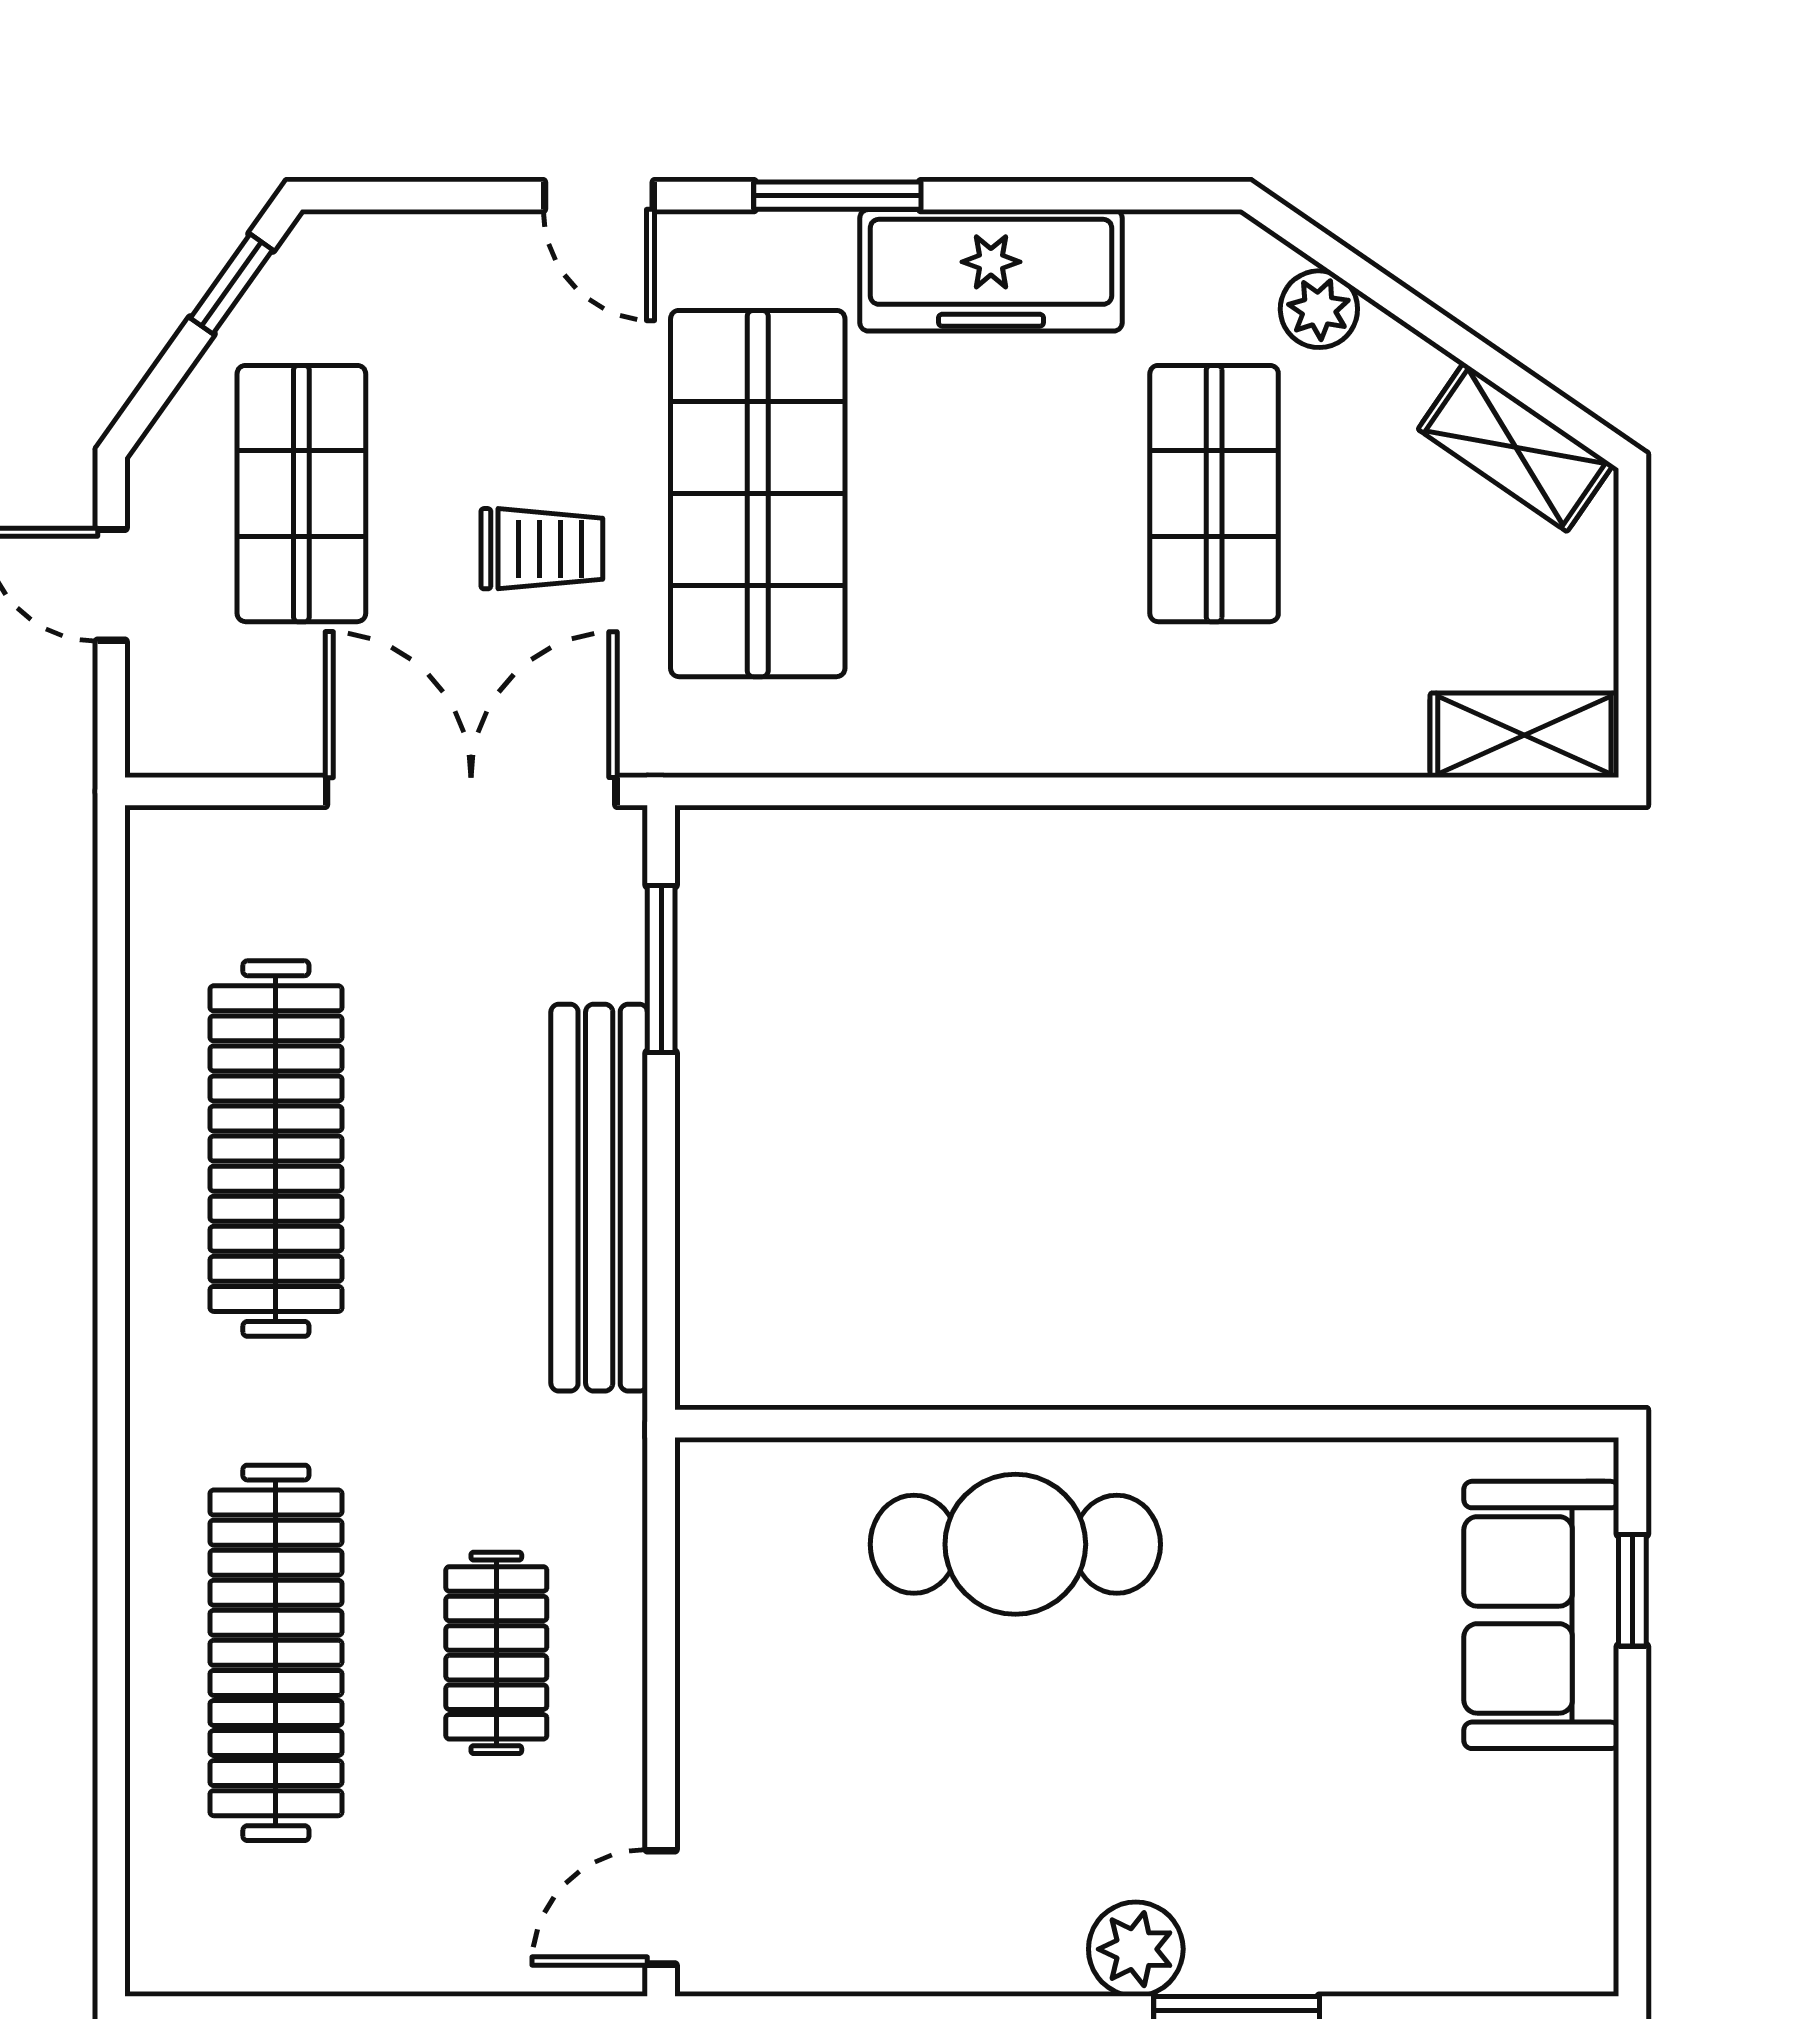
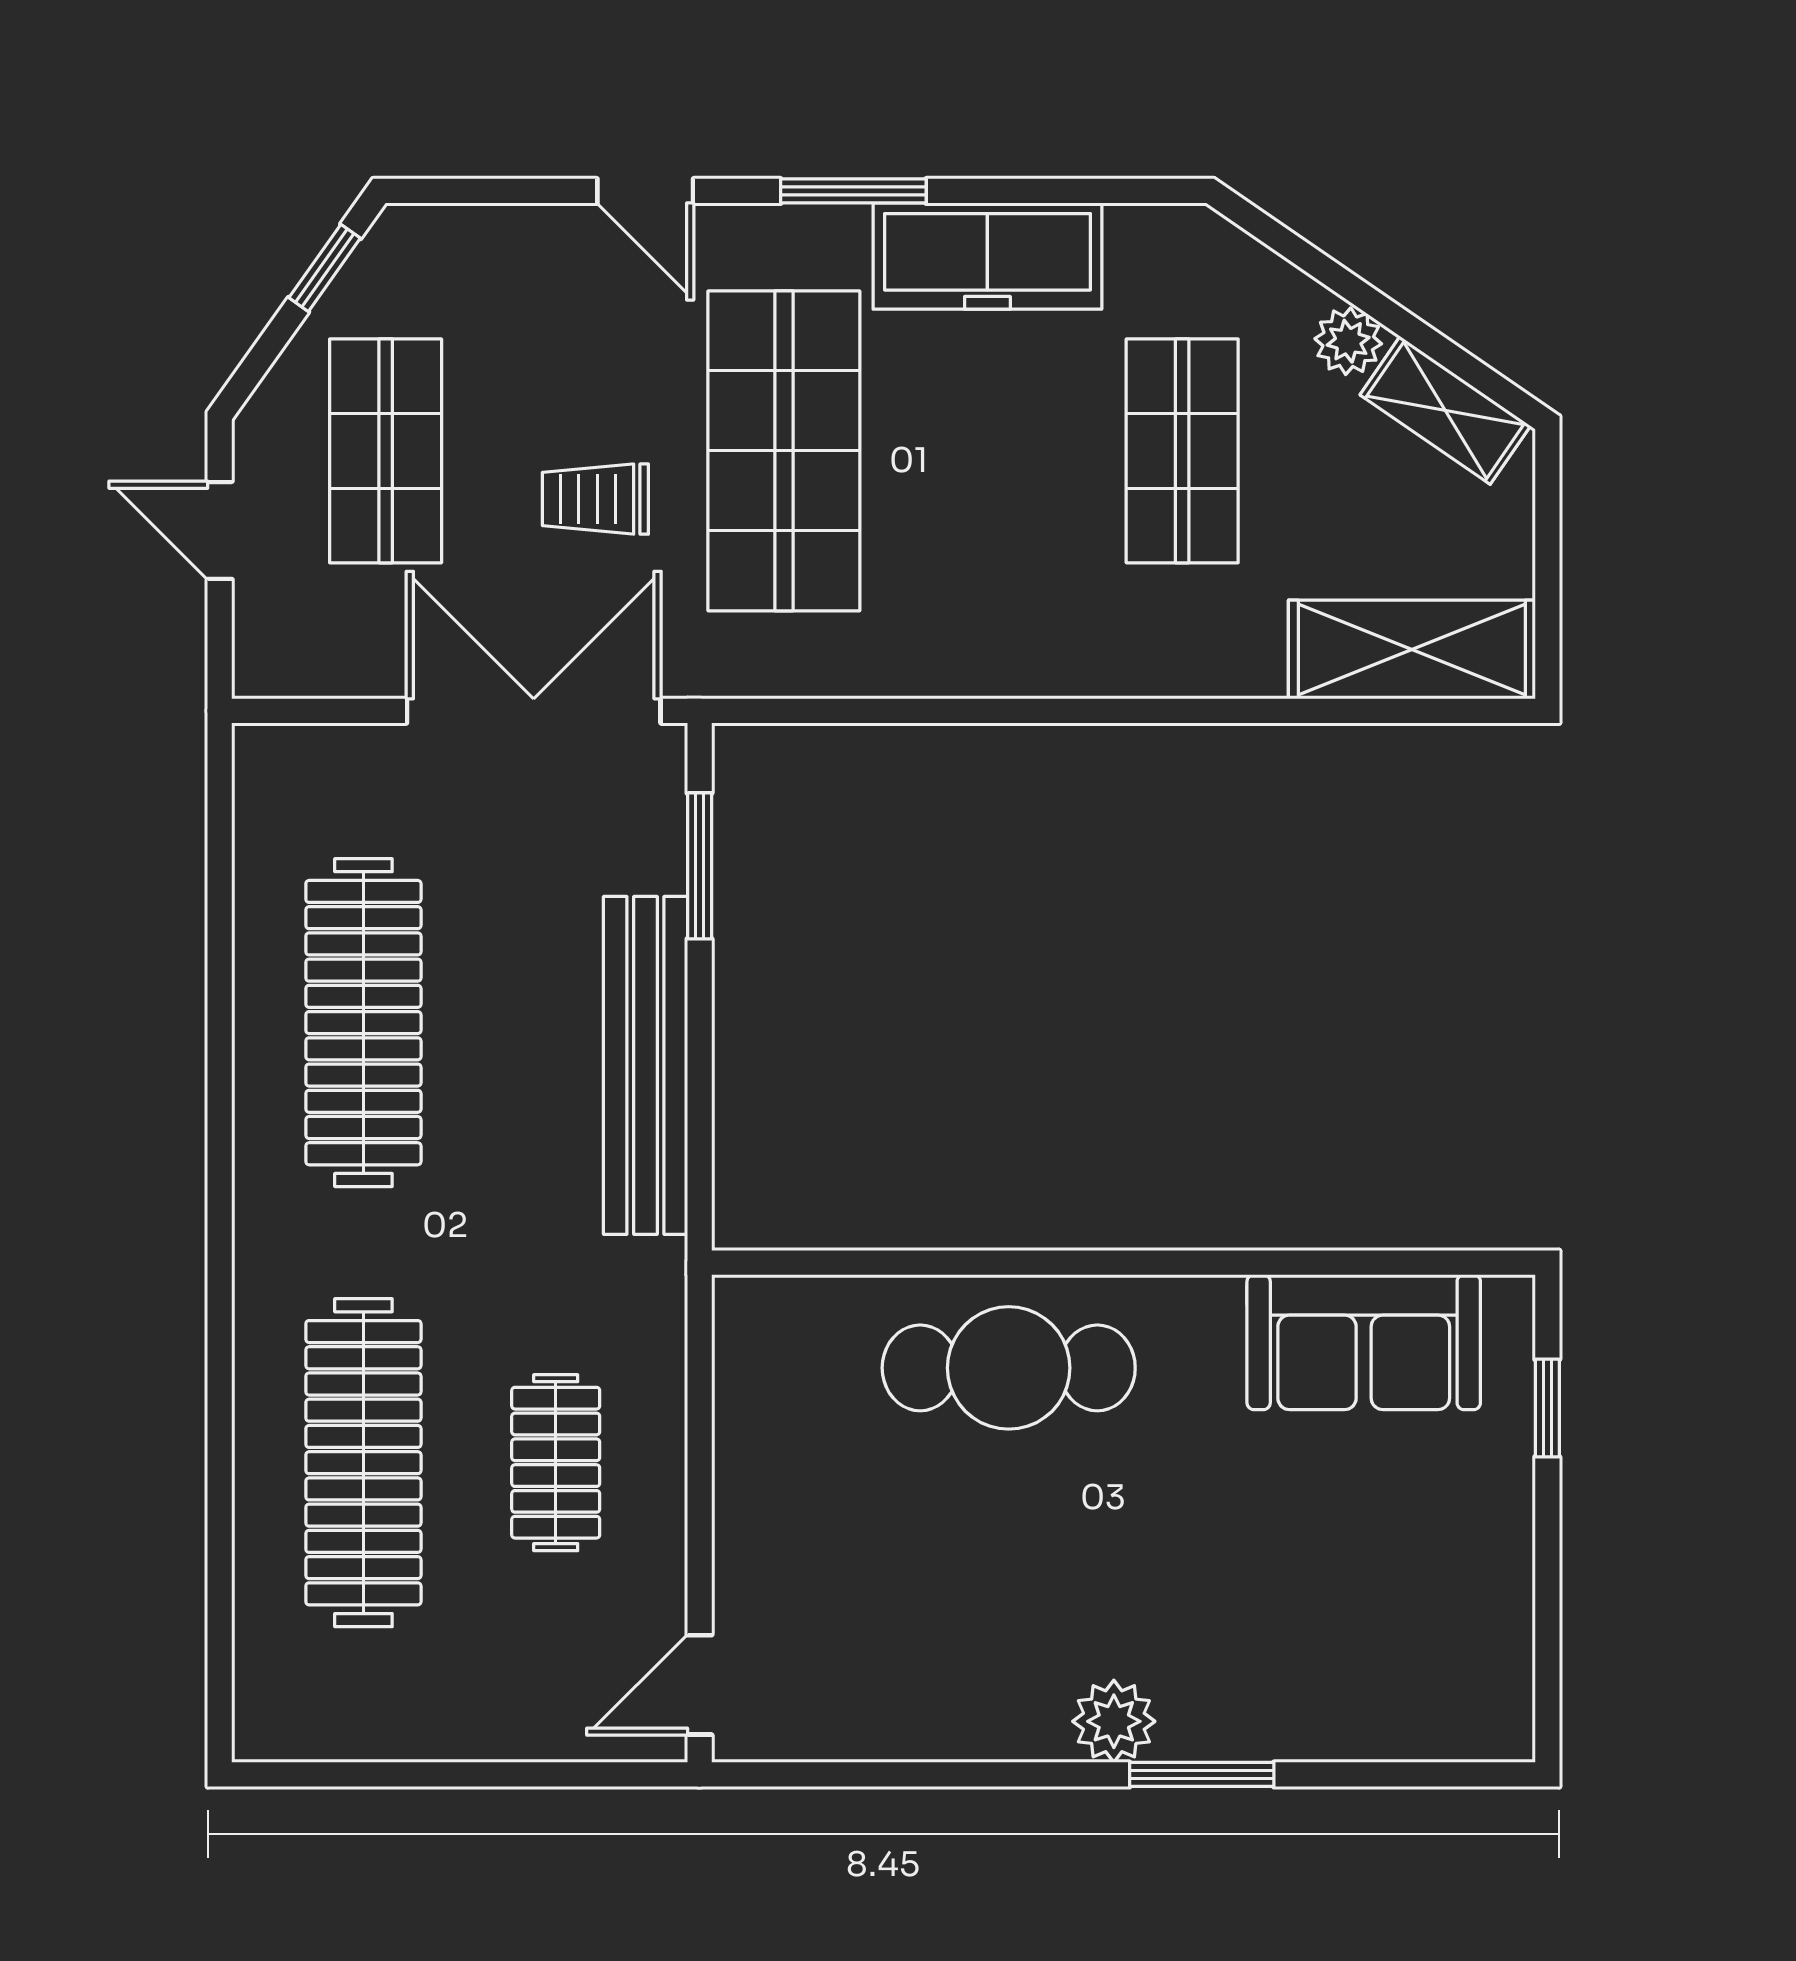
plant: (1319, 309) -> (1348, 341), moved
trolley: (542, 549) -> (595, 499), turned 180
shelving: (1524, 735) -> (1412, 649), width x1.50, depth x1.33
sofa: (1541, 1615) -> (1364, 1342), moved, turned -90

